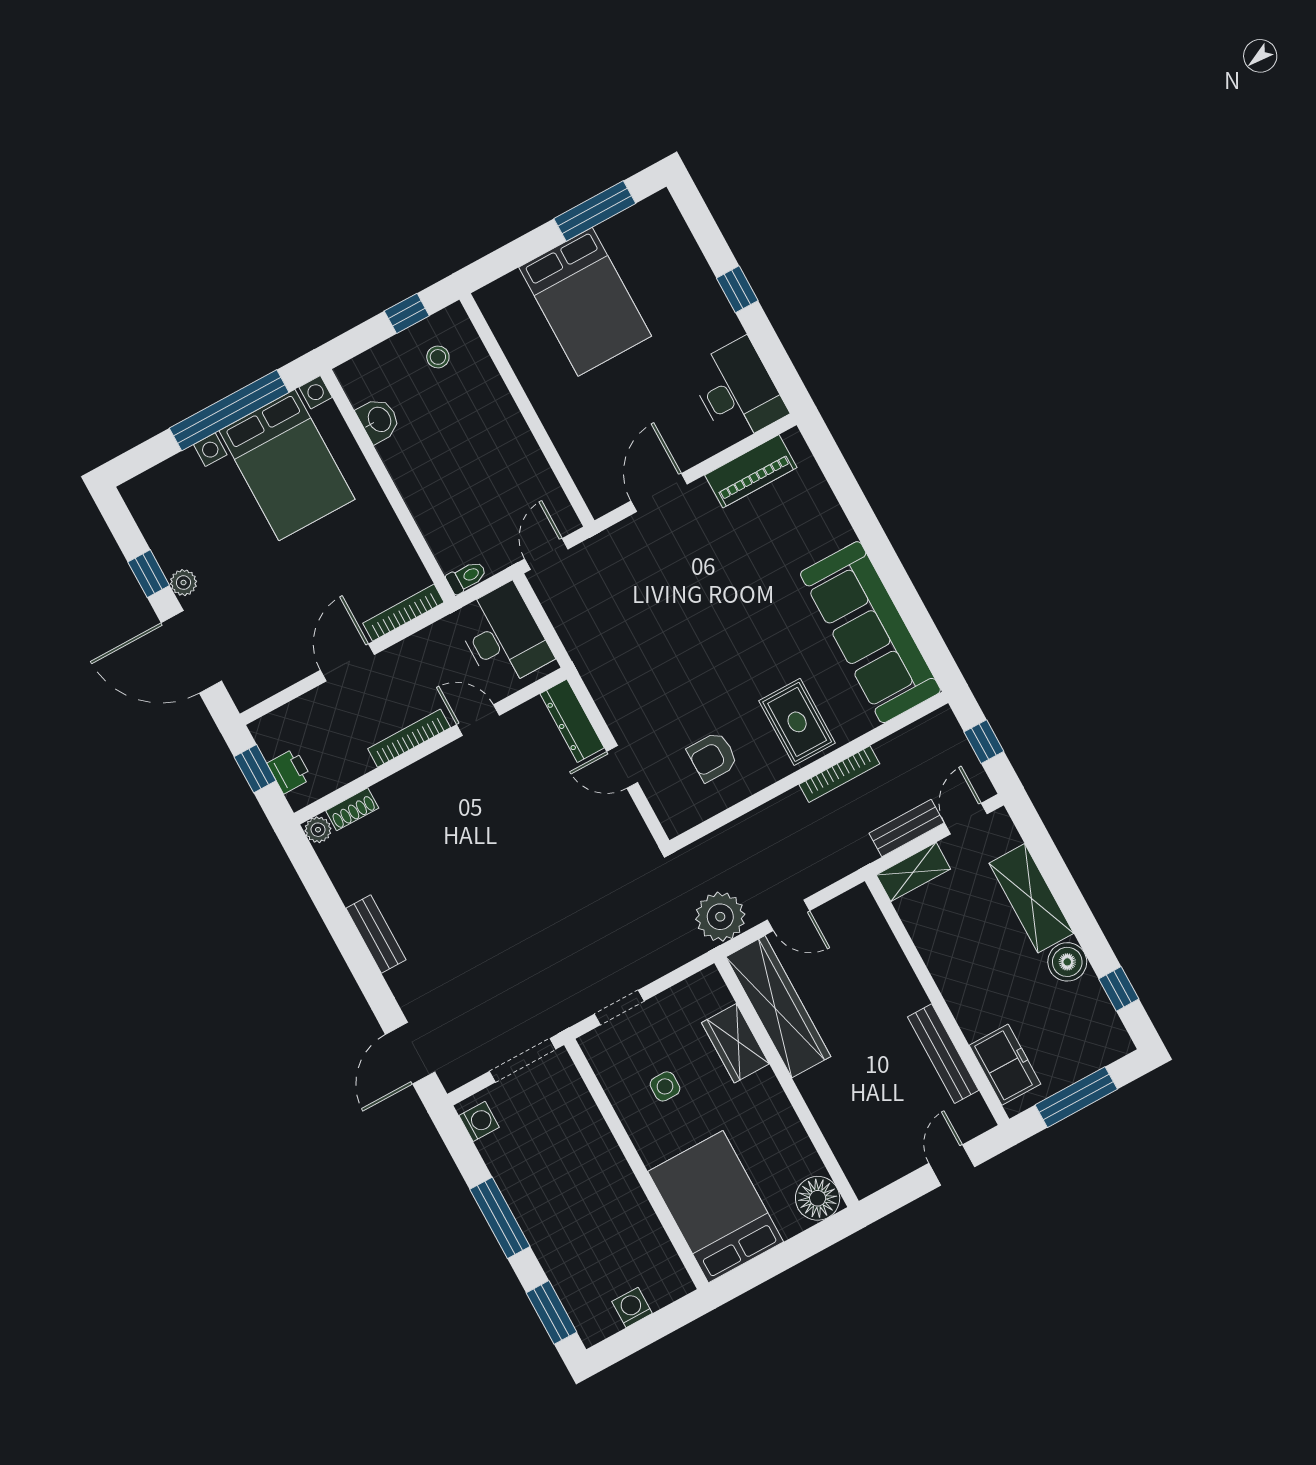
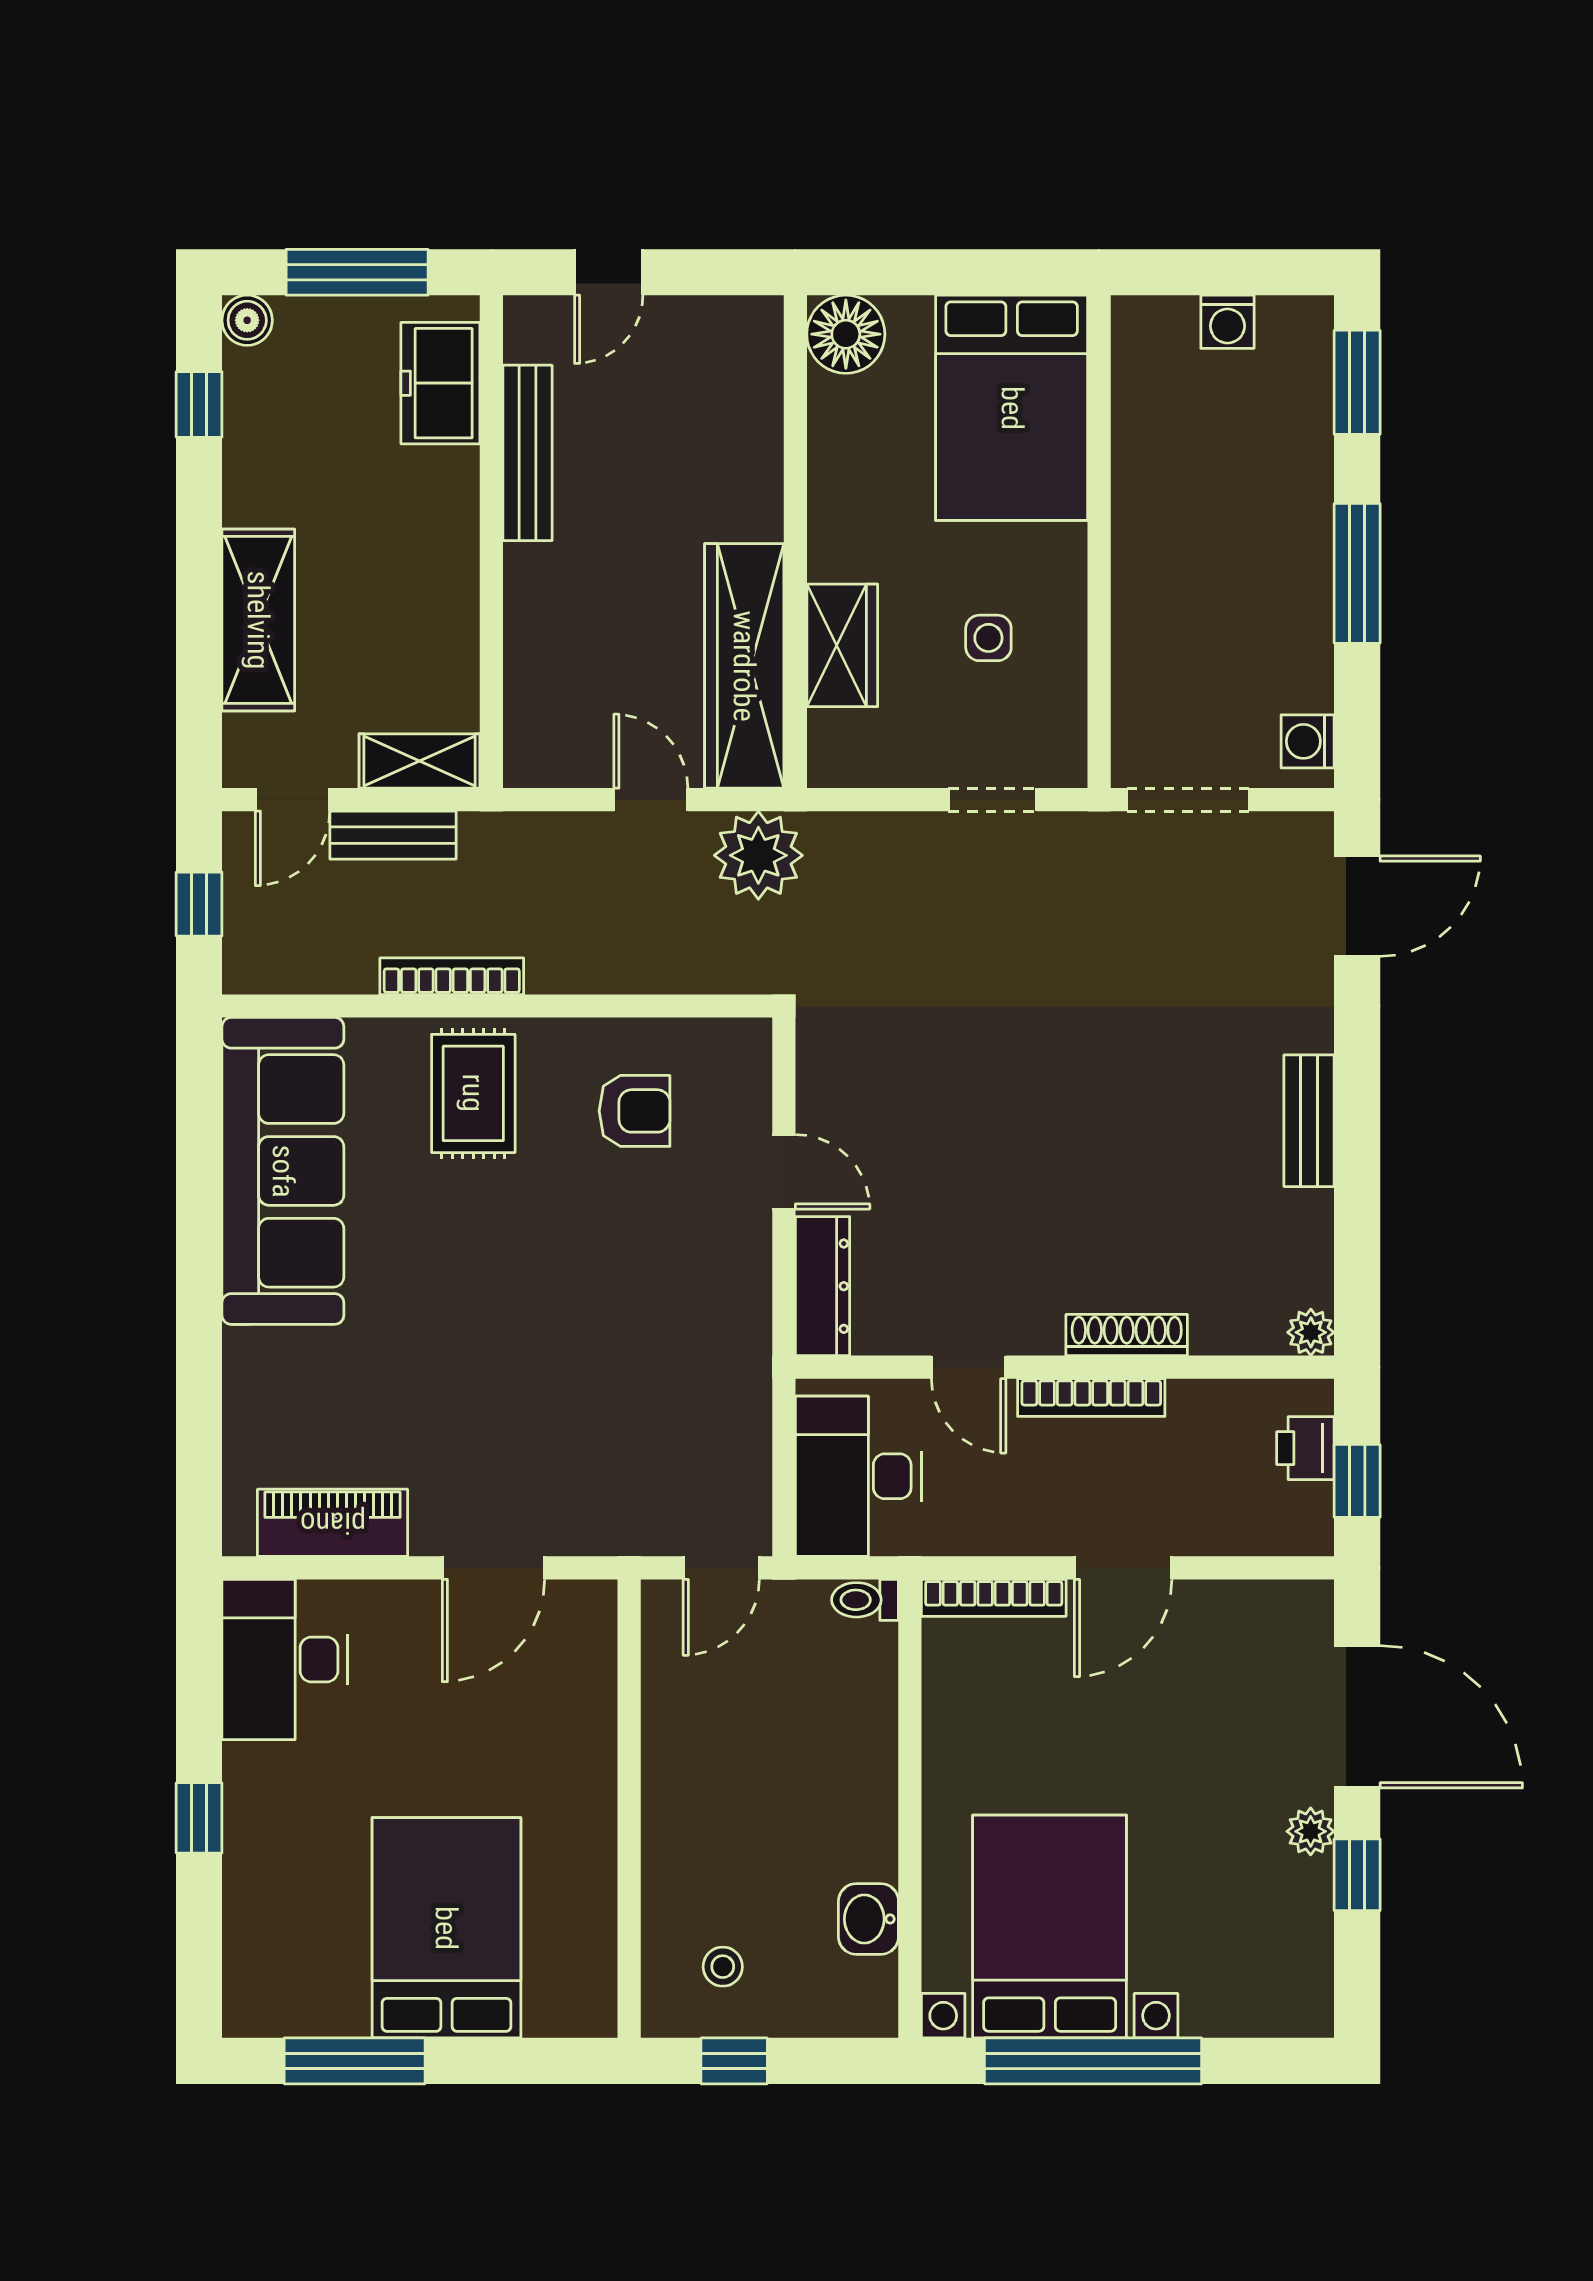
shoe rack: (352, 809) -> (1127, 1335), moved, width x1.43
boiler: (1067, 962) -> (247, 320), moved, width x0.73, depth x0.73

